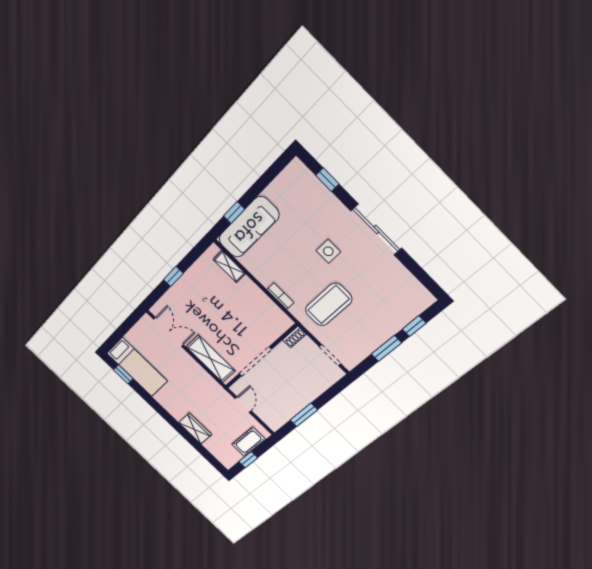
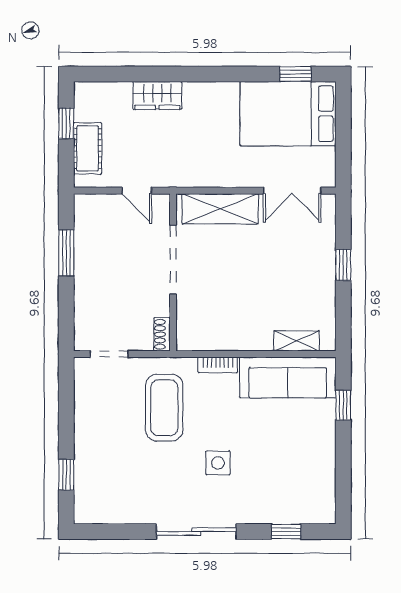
sofa: (249, 227) -> (288, 377), moved, turned -90
window: (386, 348) -> (66, 423), removed
bed: (137, 367) -> (288, 114), width x1.50

